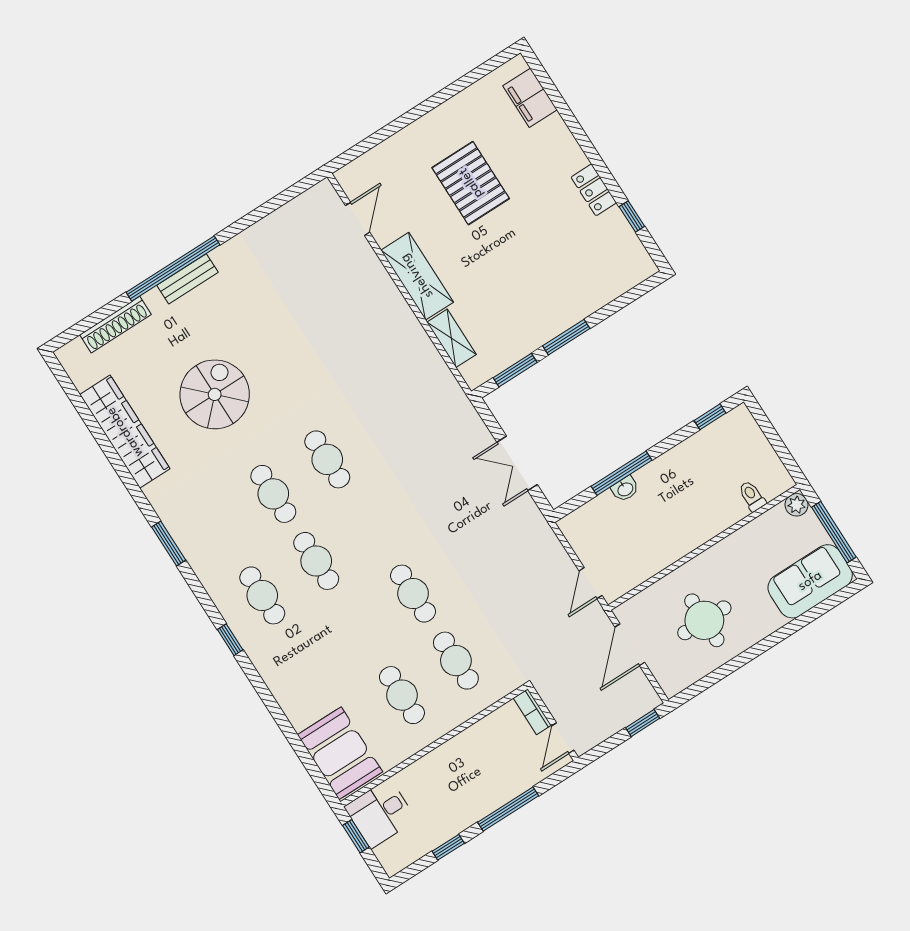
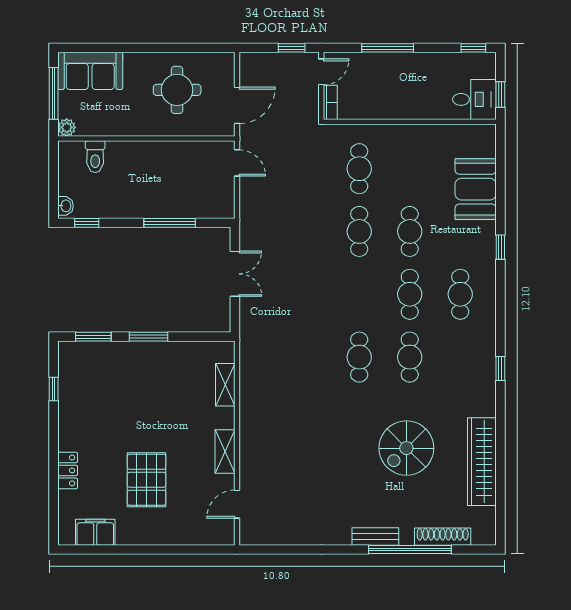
filing cabinet: (530, 98) -> (95, 532), moved, turned -90
locker: (594, 190) -> (68, 470), moved
window: (173, 268) -> (410, 549), moved
shelving: (417, 276) -> (225, 452), width x0.67, depth x0.75
window: (515, 370) -> (93, 337), moved
washbasin: (625, 489) -> (65, 206), moved, turned 90
toilet: (752, 496) -> (95, 157), width x1.37, depth x1.39
window: (169, 544) -> (500, 369), width x0.67
door: (591, 583) -> (237, 163), hinge flipped
window: (230, 640) -> (500, 247), moved
cafe table: (402, 695) -> (410, 231), moved
window: (643, 723) -> (292, 48), moved
booth: (340, 753) -> (476, 189), moved
window: (448, 847) -> (473, 48), moved

